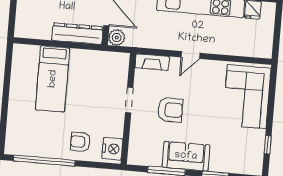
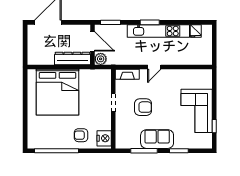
bed: (53, 79) -> (58, 92), width x2.04
corner sofa: (247, 97) -> (197, 111), moved

